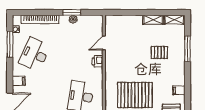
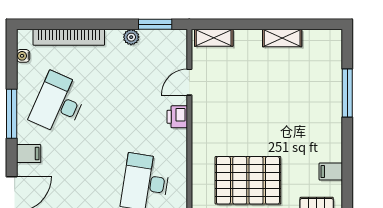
window: (72, 12) -> (155, 24), moved
shelving: (174, 20) -> (214, 38), moved
window: (10, 44) -> (12, 114), moved
pallet: (159, 53) -> (294, 100), removed

